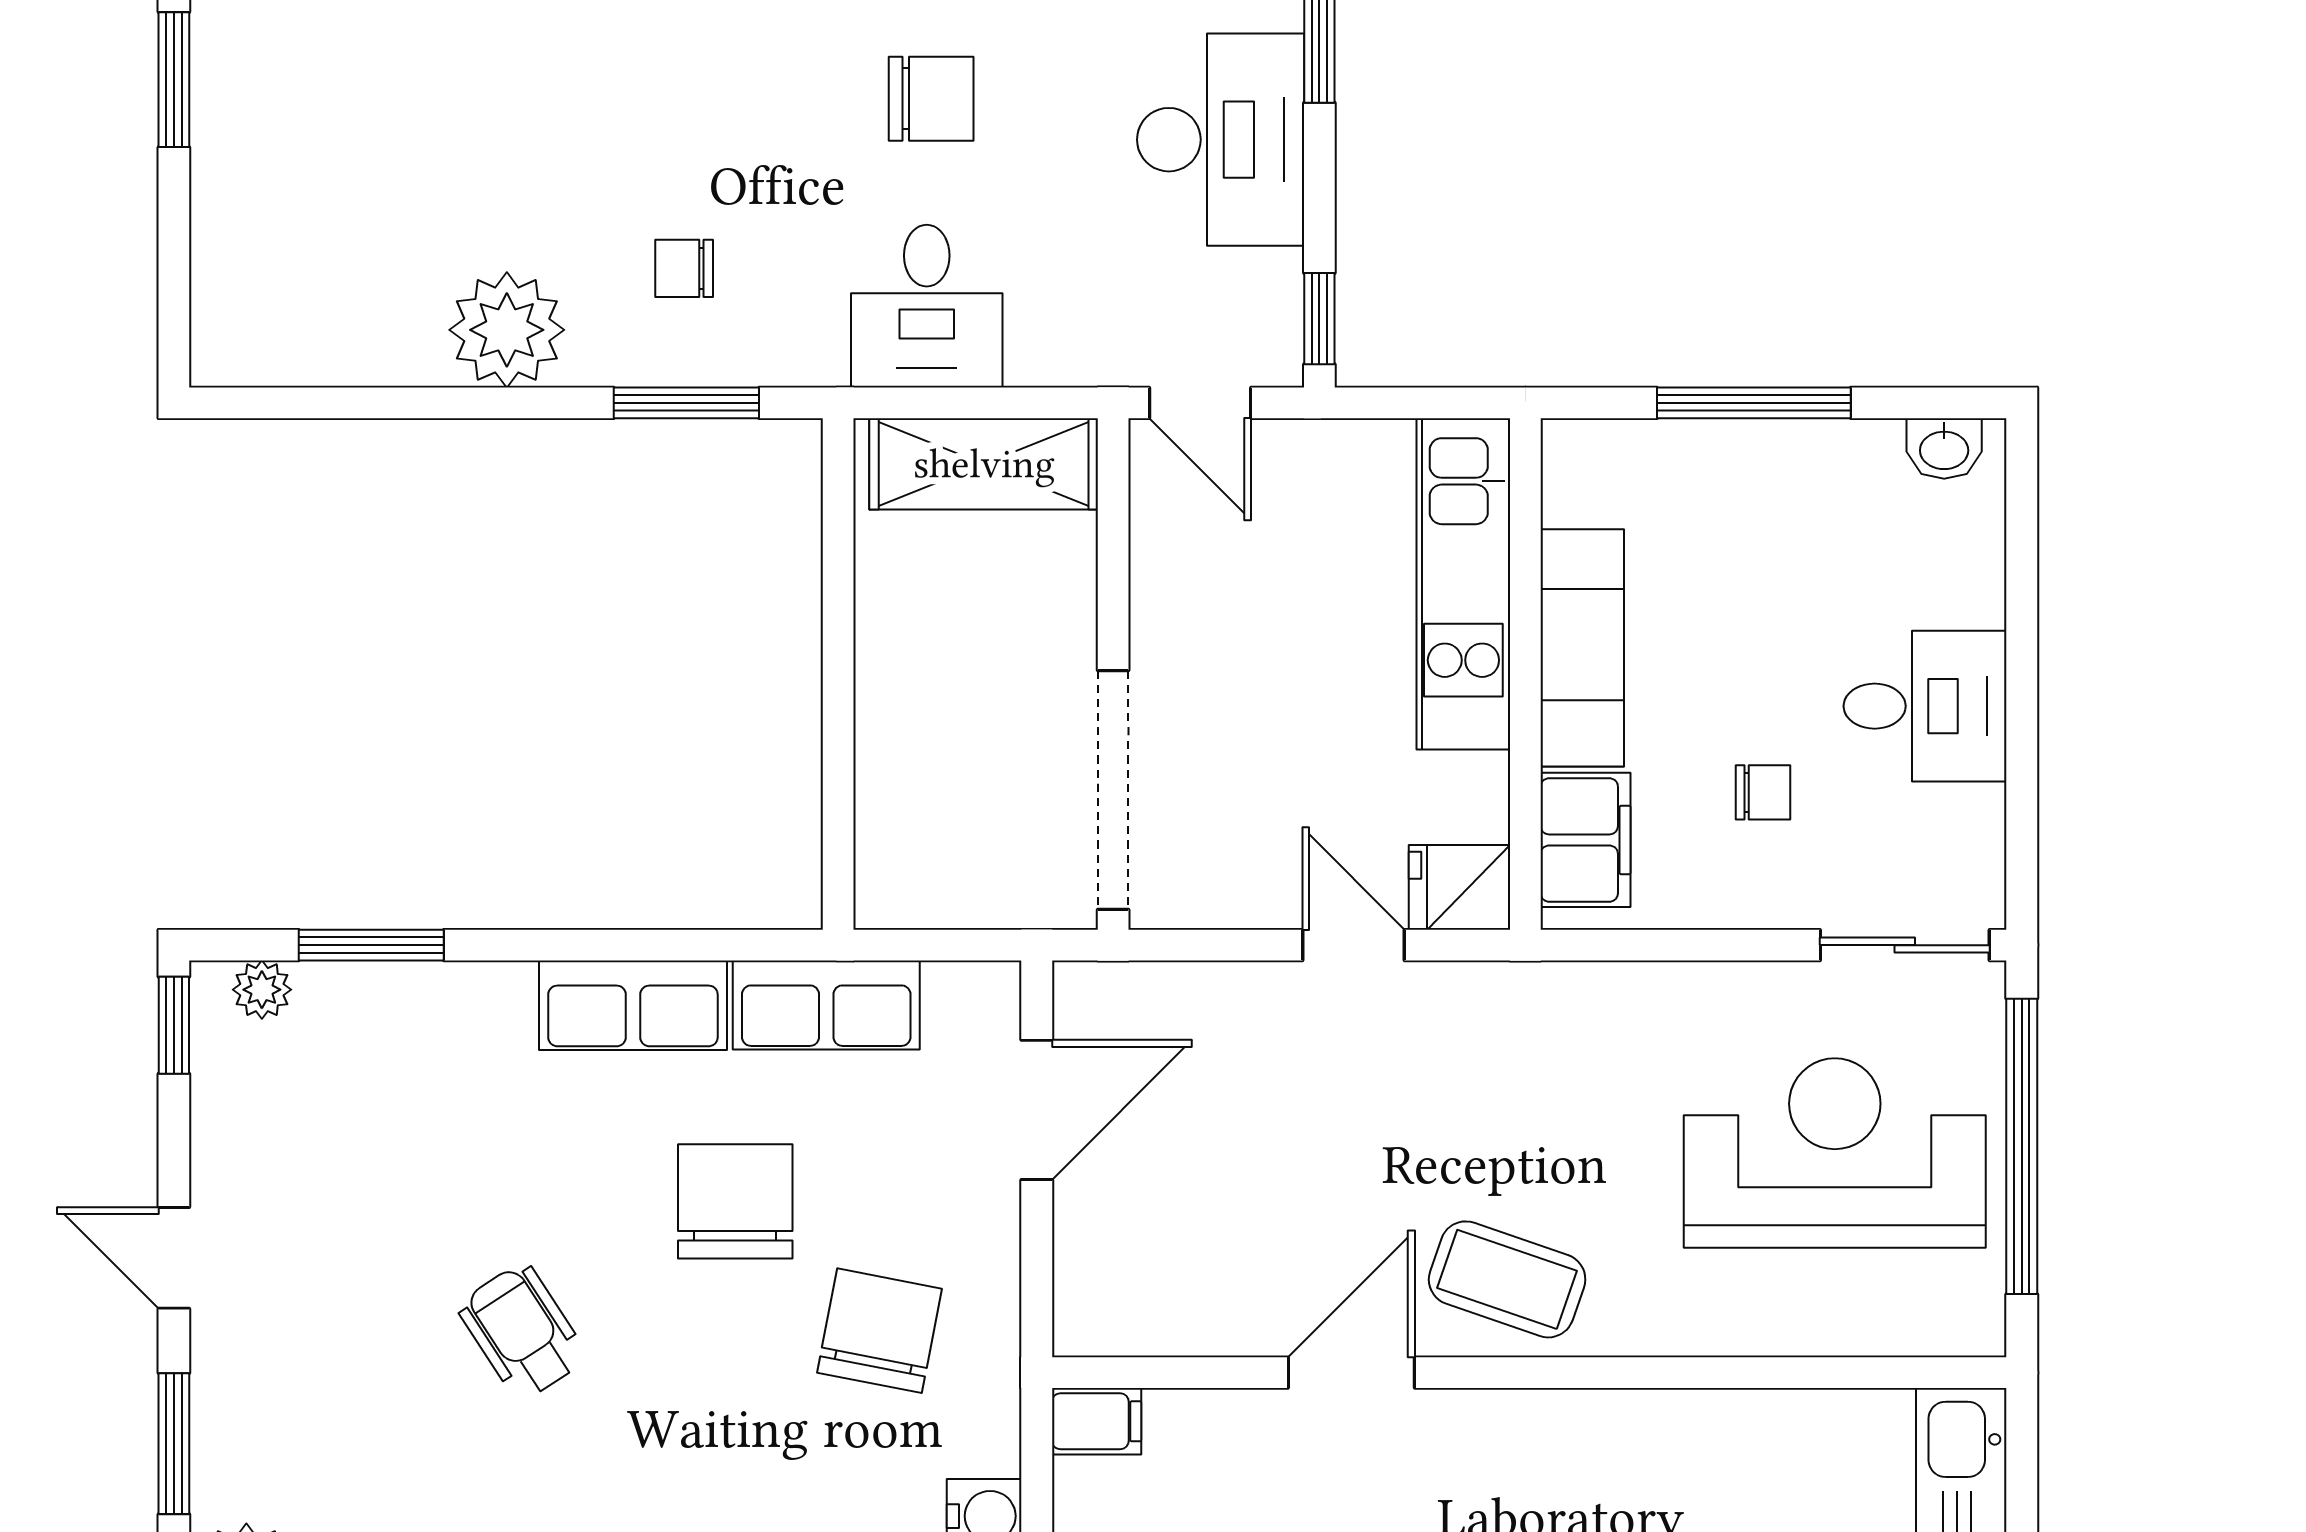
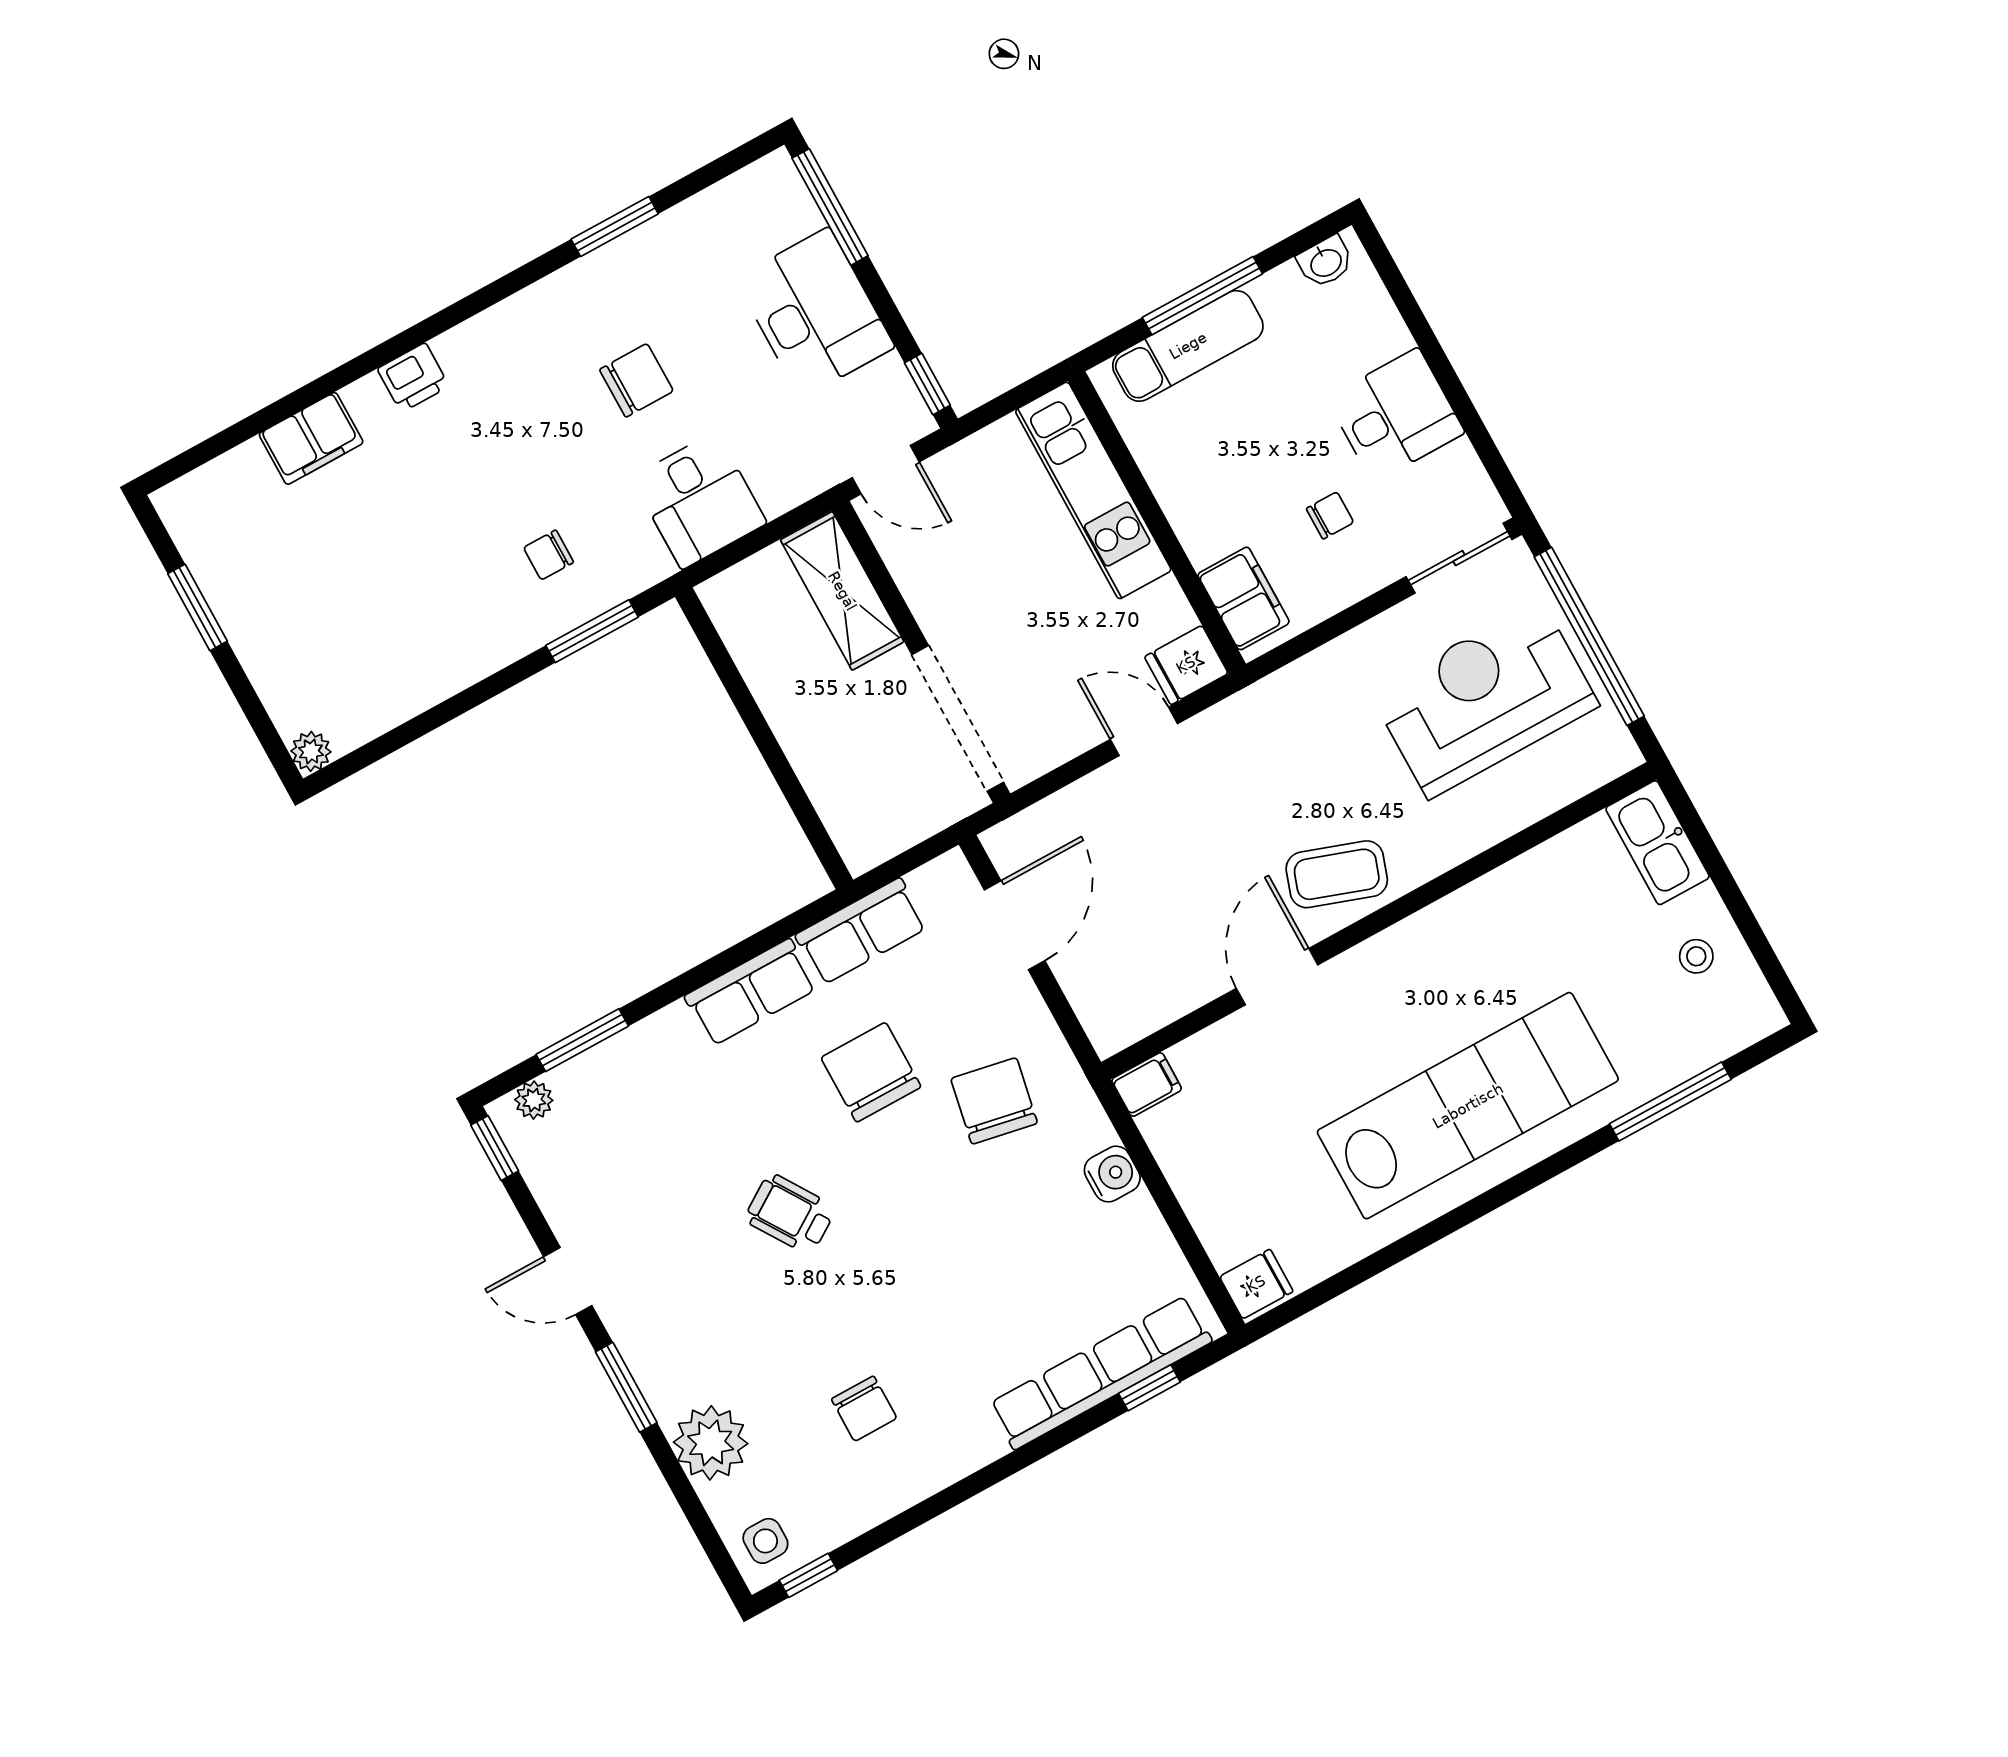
plant: (507, 330) -> (311, 751), moved, width x0.53, depth x0.53
shelving: (984, 464) -> (842, 591), moved, turned 90
exam couch: (1582, 648) -> (1188, 346), moved, turned 90

